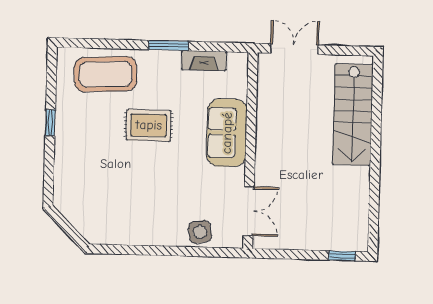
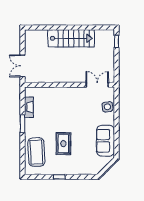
stairs: (353, 115) -> (71, 38), moved
rug: (149, 125) -> (63, 144), moved
sofa: (227, 133) -> (106, 141), moved, turned 90

